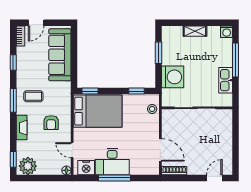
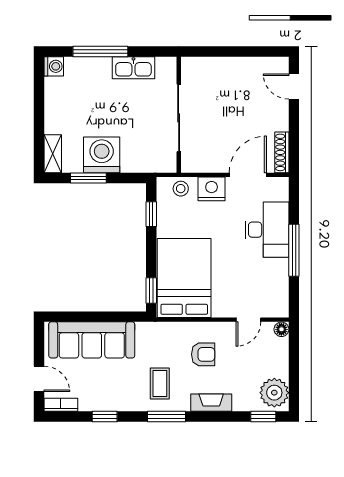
shelving: (195, 31) -> (53, 154), moved
washing machine: (173, 77) -> (102, 155), moved
desk: (112, 162) -> (267, 230), moved
nightstand: (86, 168) -> (212, 189), moved, turned -90

